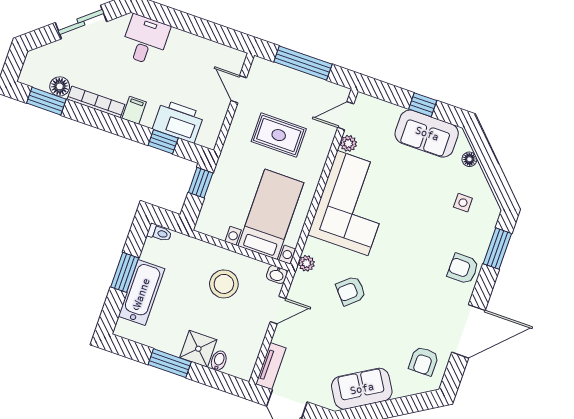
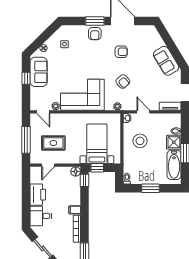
floor lamp: (60, 86) -> (76, 171), moved
printer: (178, 121) -> (38, 195), moved, turned 180
rug: (279, 135) -> (53, 143), moved, turned 90
window: (163, 142) -> (84, 180), moved
bed with nightstands: (271, 214) -> (97, 144), moved, turned 90
window: (497, 249) -> (95, 21), moved
bathtub: (142, 293) -> (174, 165), moved, turned -90
armchair: (424, 361) -> (121, 52), moved

